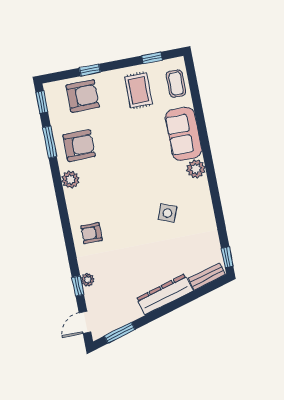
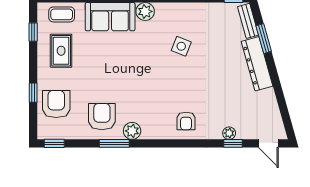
rug: (139, 90) -> (61, 51), turned 90
window: (50, 142) -> (114, 143), moved
window: (120, 333) -> (264, 39), moved

